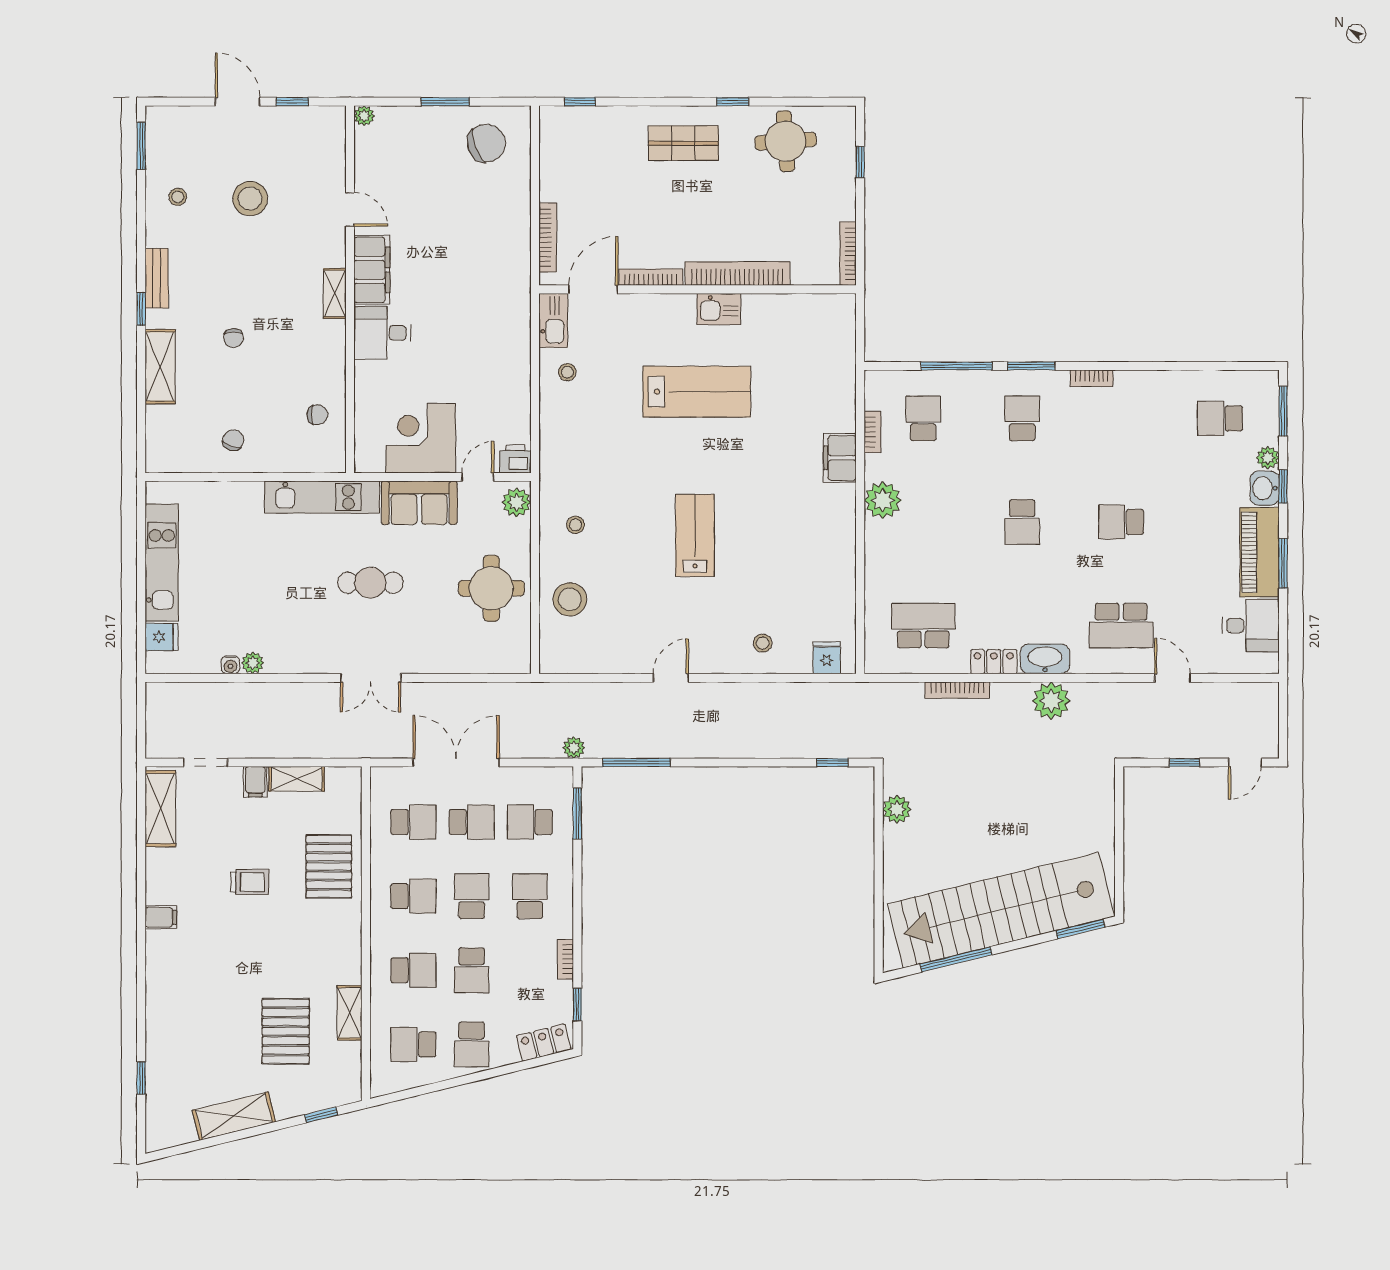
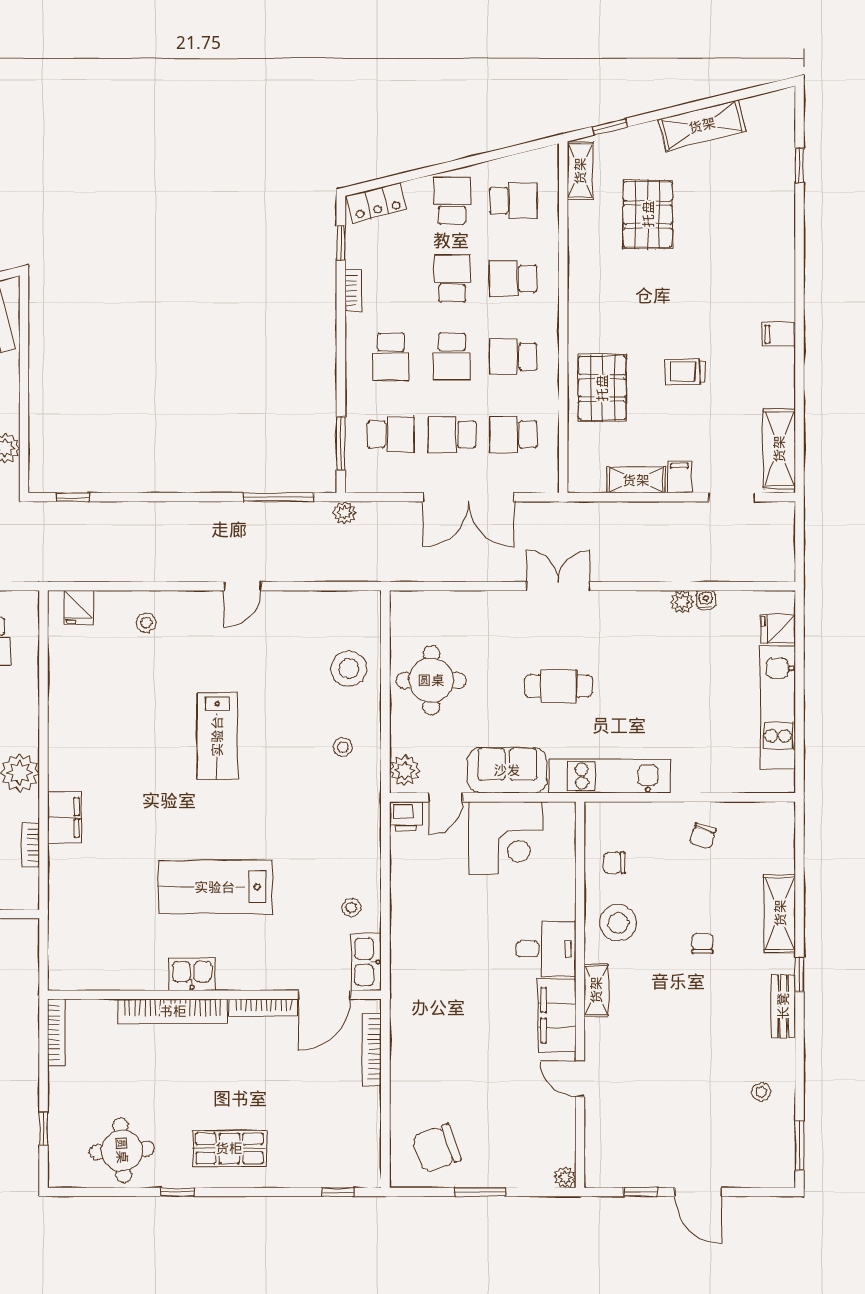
stool: (250, 199) -> (618, 923), moved
shelving: (350, 1013) -> (580, 171), moved

